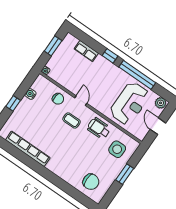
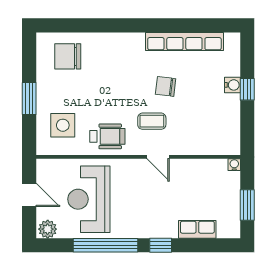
water cooler: (31, 94) -> (233, 85), moved
chair: (58, 99) -> (166, 86), moved

